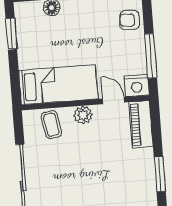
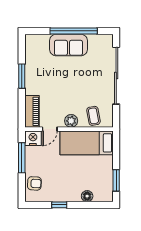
door: (113, 101) -> (50, 129), hinge flipped

